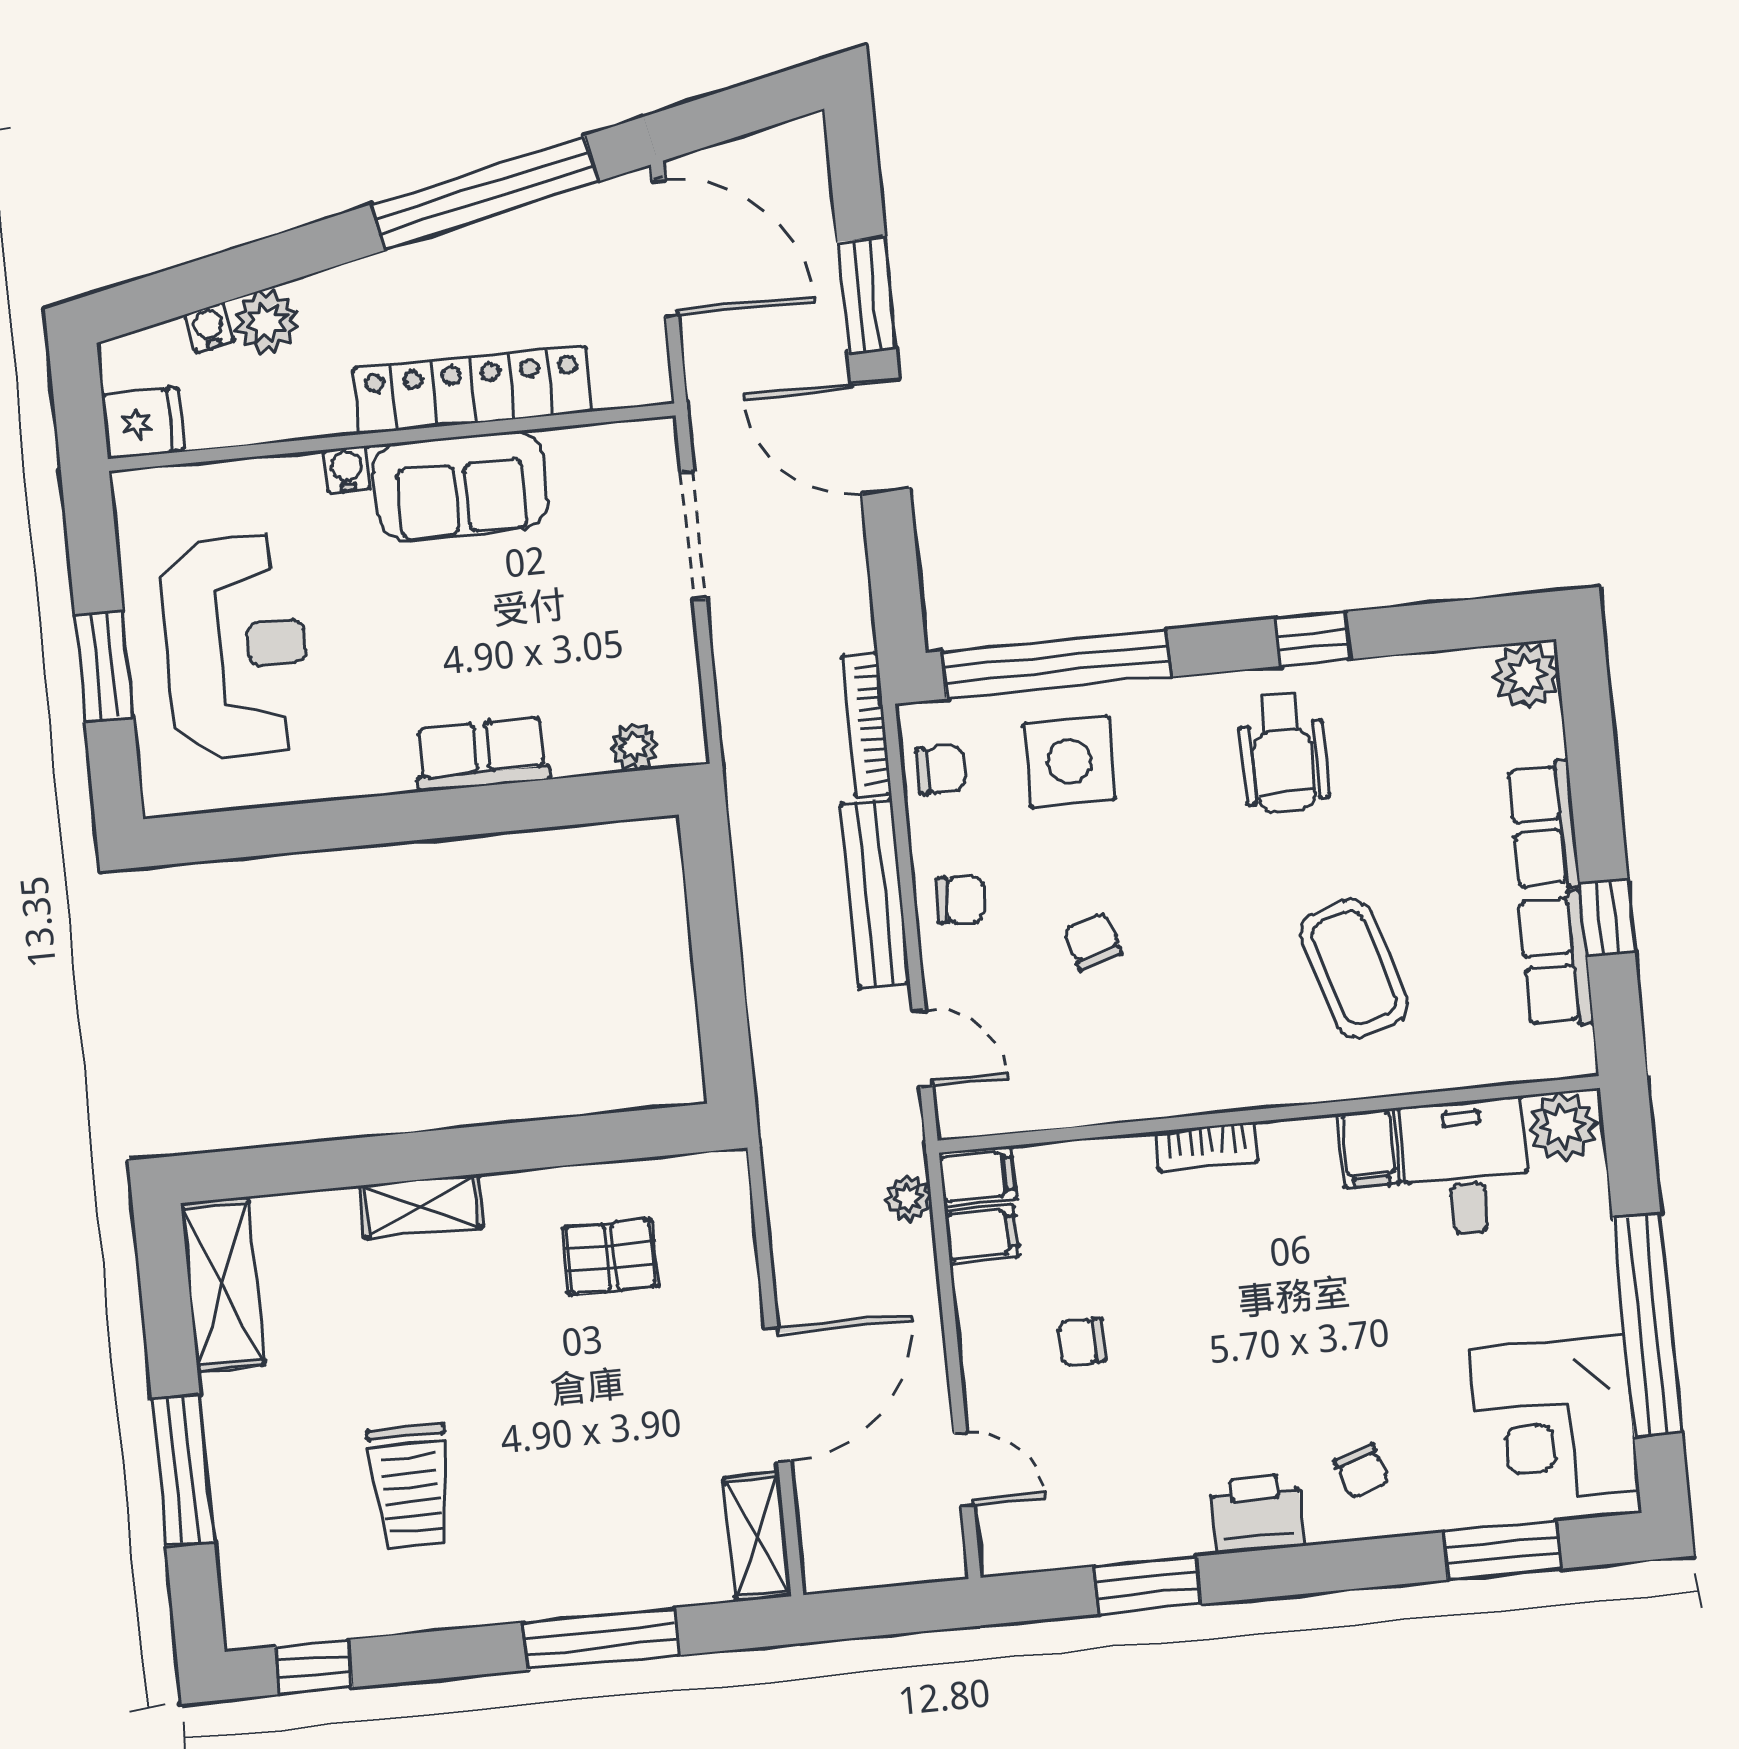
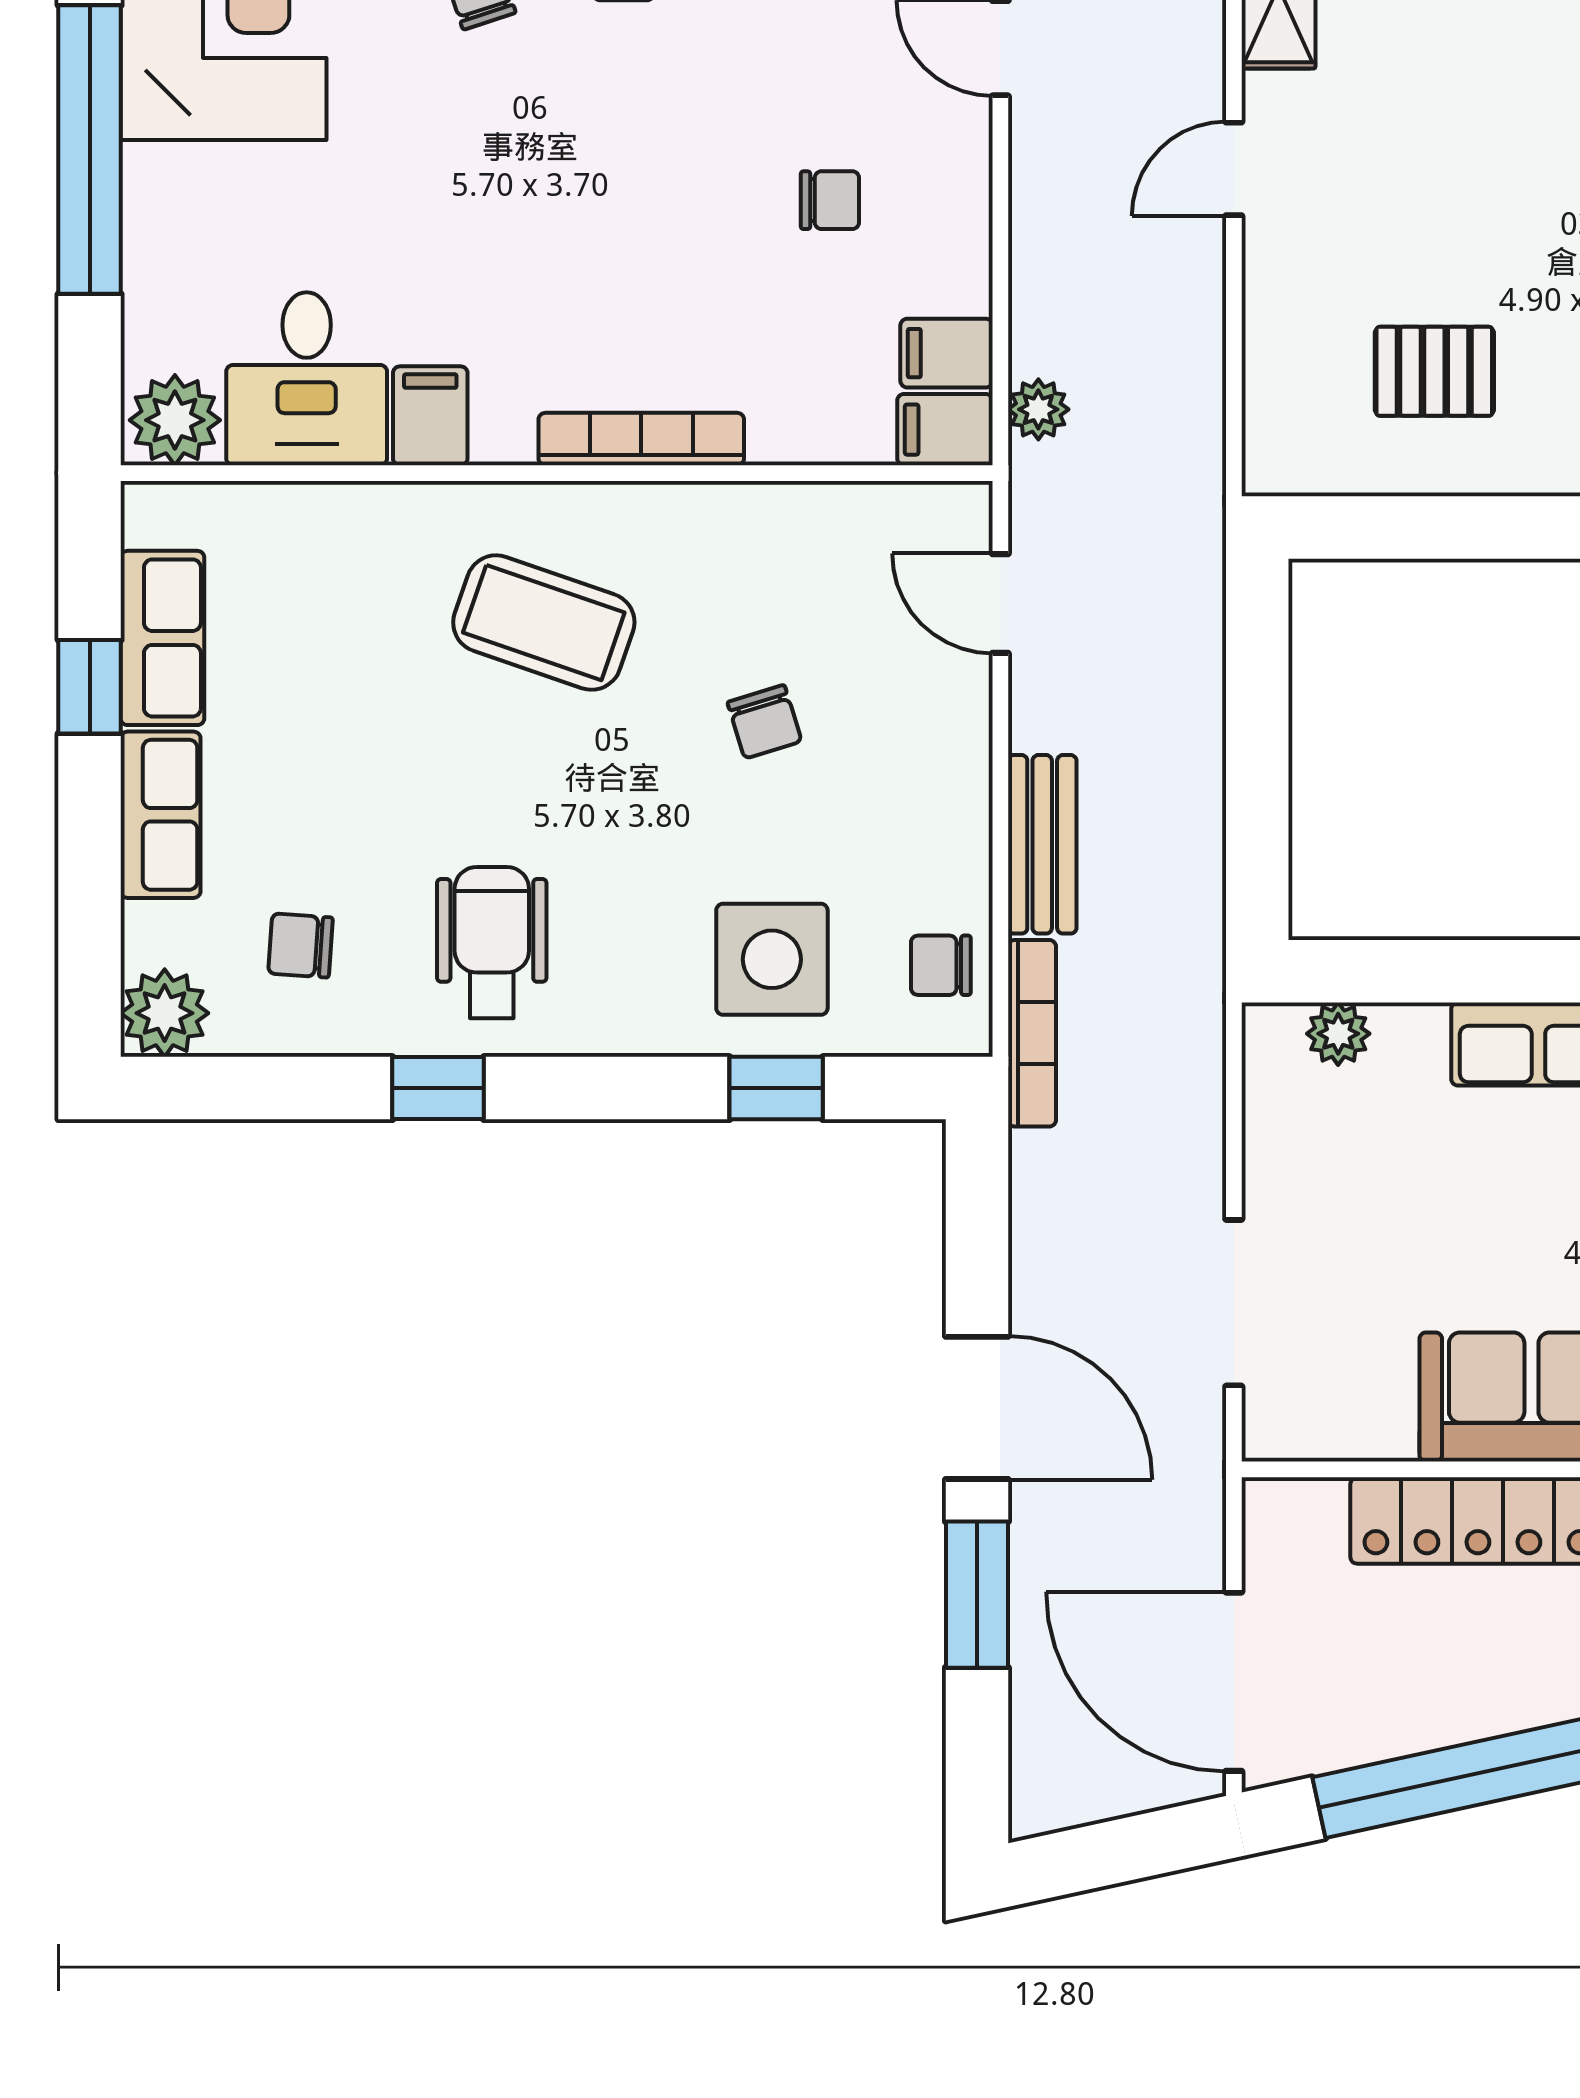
window: (1057, 664) -> (776, 1088), width x0.32
bench: (875, 893) -> (1042, 844), width x0.73
chair: (961, 900) -> (301, 946), moved
coffee table: (1354, 968) -> (544, 623), moved, turned -54
bookcase: (1207, 1146) -> (641, 439), width x1.56
door: (778, 1395) -> (1234, 169), width x0.53

